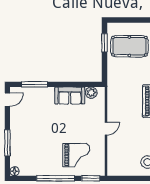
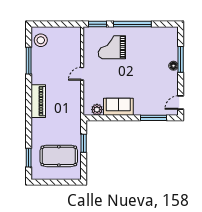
window: (104, 43) -> (84, 143), moved
floor lamp: (15, 171) -> (173, 66), moved

